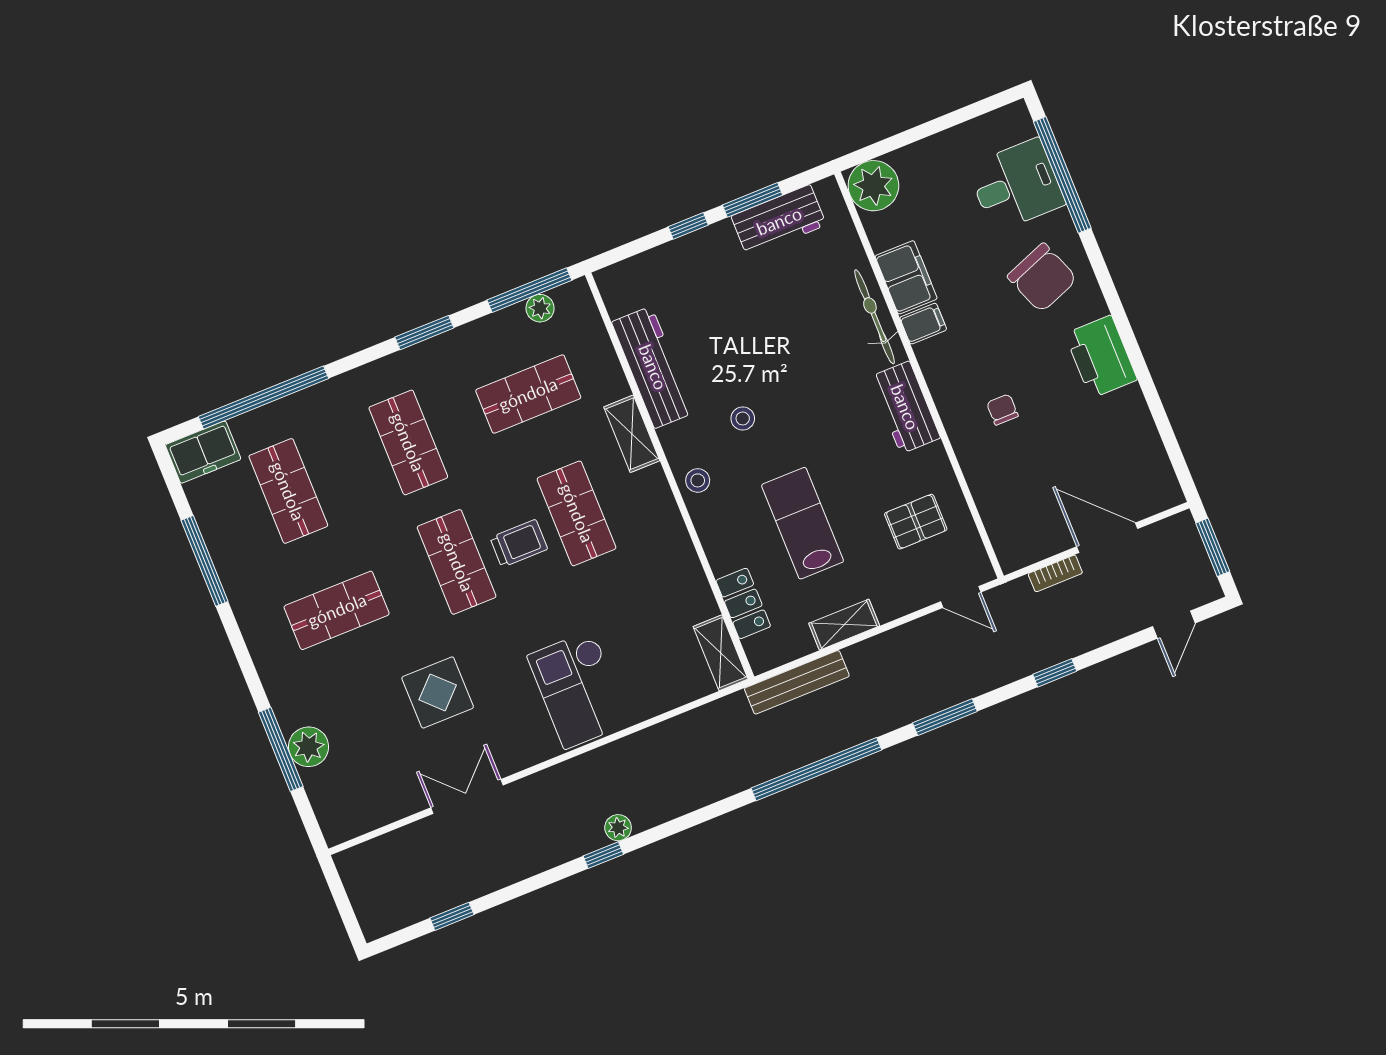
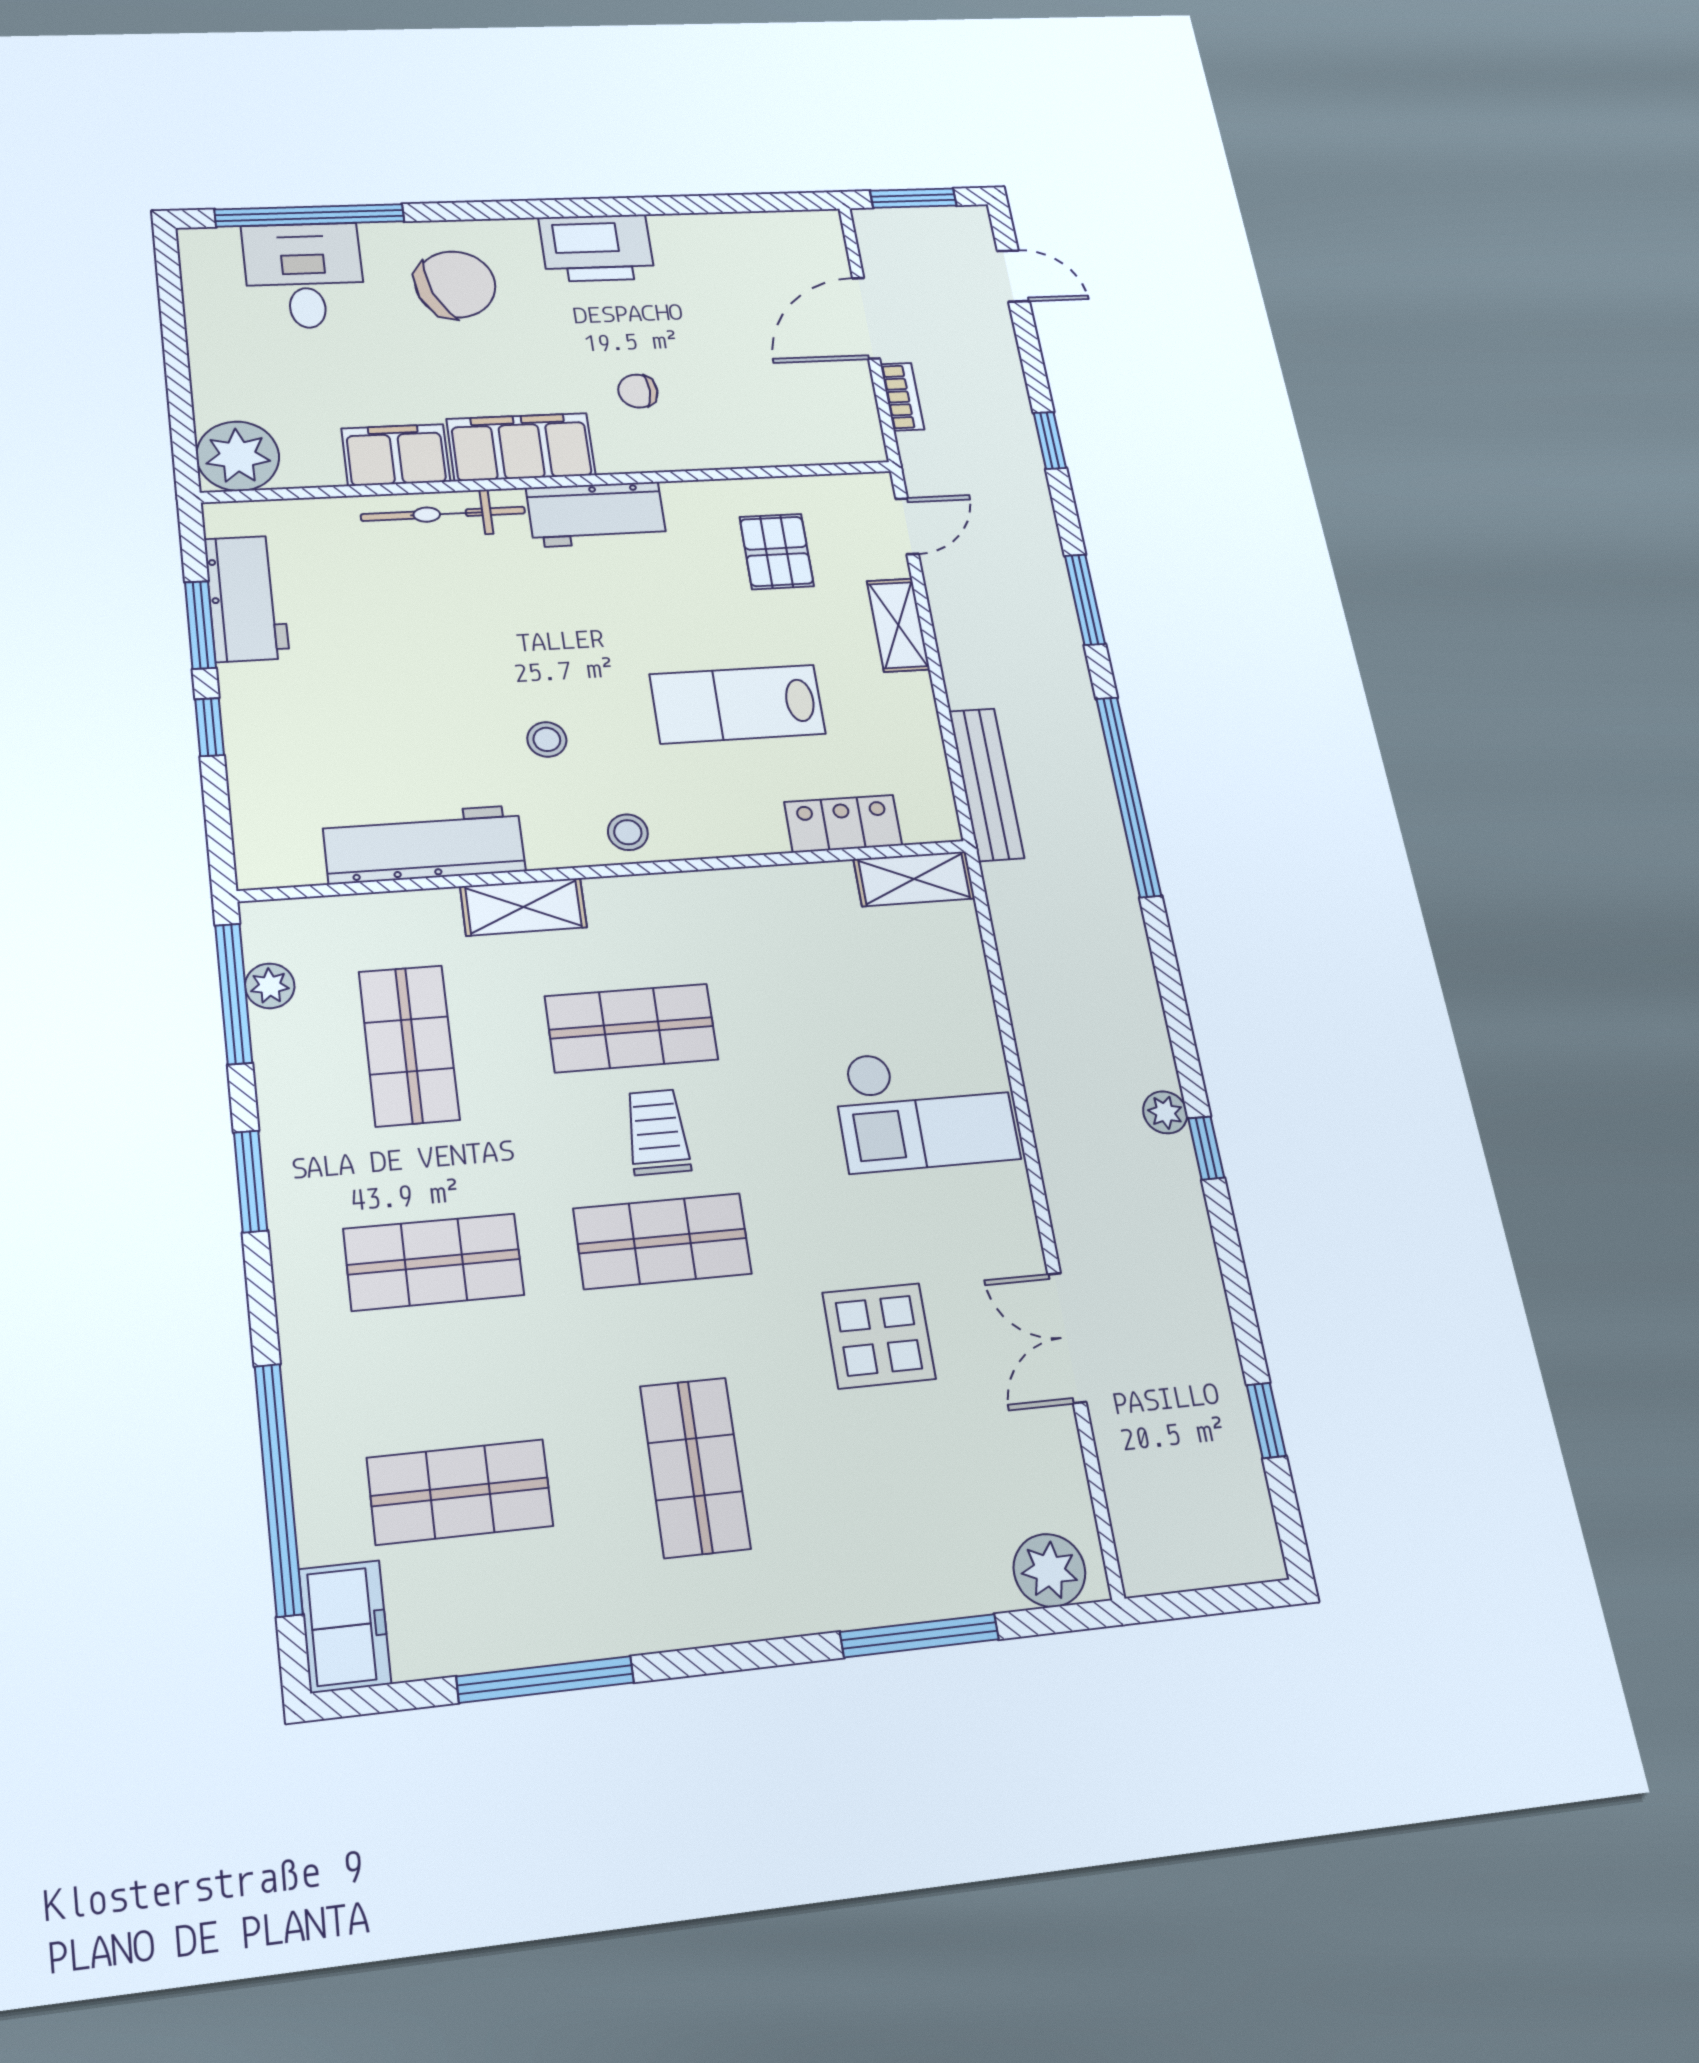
filing cabinet: (923, 324) -> (521, 447), width x3.00, depth x1.17
shelving: (844, 625) -> (898, 625), moved
plant: (309, 747) -> (1049, 1570), moved

